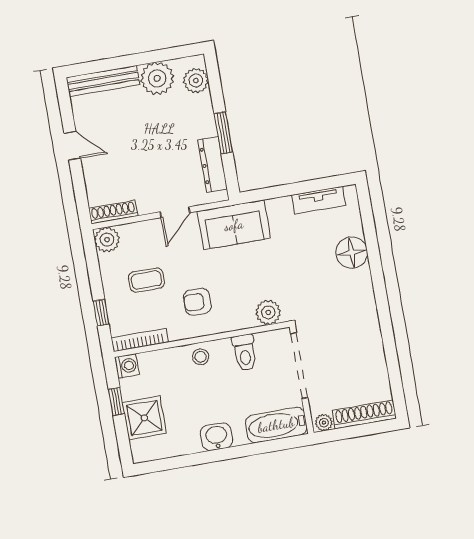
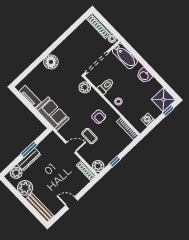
door: (72, 146) -> (72, 203), hinge flipped
dresser: (213, 164) -> (29, 159), moved
sofa: (234, 225) -> (52, 114), moved
floor lamp: (352, 253) -> (51, 62), moved
coffee table: (146, 280) -> (89, 136), moved
window: (101, 313) -> (115, 161), moved
washing machine: (127, 366) -> (148, 120), moved
window: (116, 401) -> (168, 110), moved
shower: (144, 418) -> (163, 100), moved

